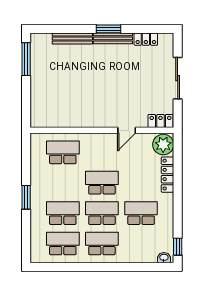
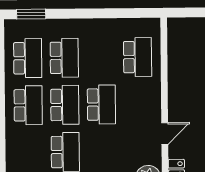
door: (127, 130) -> (165, 133), swing flipped
window: (26, 197) -> (31, 14), moved

